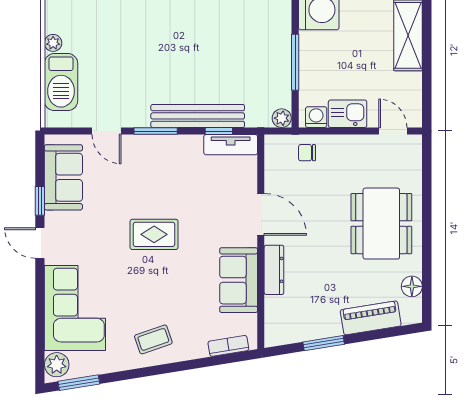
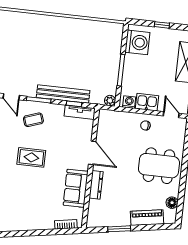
chair: (307, 153) -> (145, 125), moved
dining table: (381, 224) -> (159, 166), turned 90
coffee table: (153, 339) -> (33, 120), moved

